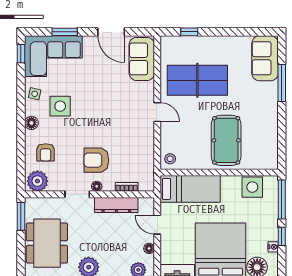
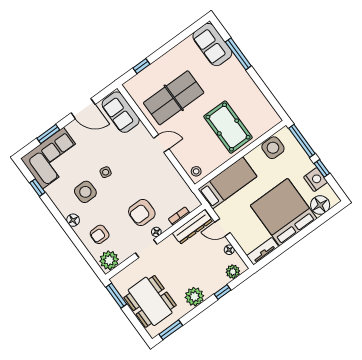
window: (21, 54) -> (37, 188), moved
side table: (35, 94) -> (106, 172), moved
armchair: (46, 152) -> (100, 234), turned 90
dresser: (116, 205) -> (193, 227), moved
nightstand: (273, 247) -> (316, 180), width x1.89, depth x1.79

